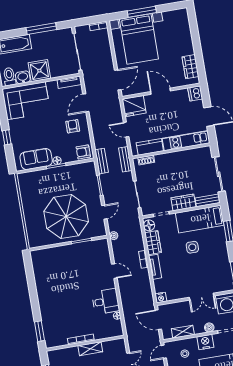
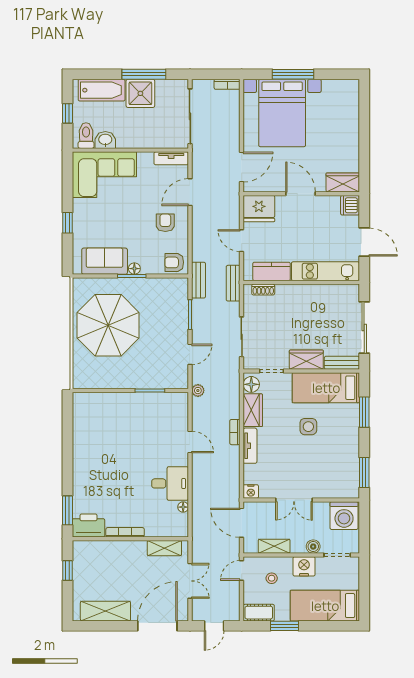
wardrobe: (190, 67) -> (343, 182), moved, turned 90
shower: (39, 71) -> (140, 93), moved
parasol: (66, 216) -> (108, 325), moved
double door: (201, 297) -> (294, 500), moved
printer: (55, 339) -> (88, 526), added
shelving: (90, 349) -> (164, 548), moved

